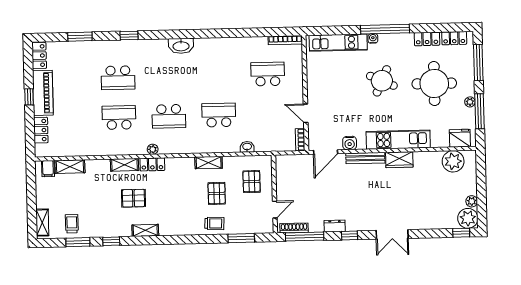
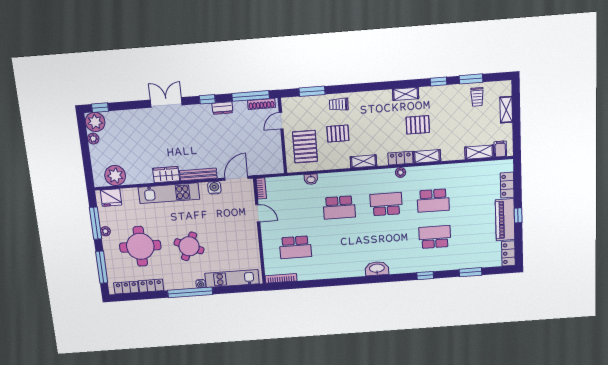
shelving: (209, 163) -> (363, 161), moved
pallet: (252, 182) -> (305, 147), width x1.50, depth x1.42
pallet: (217, 193) -> (338, 134), turned 90
shelving: (42, 223) -> (506, 110), moved

